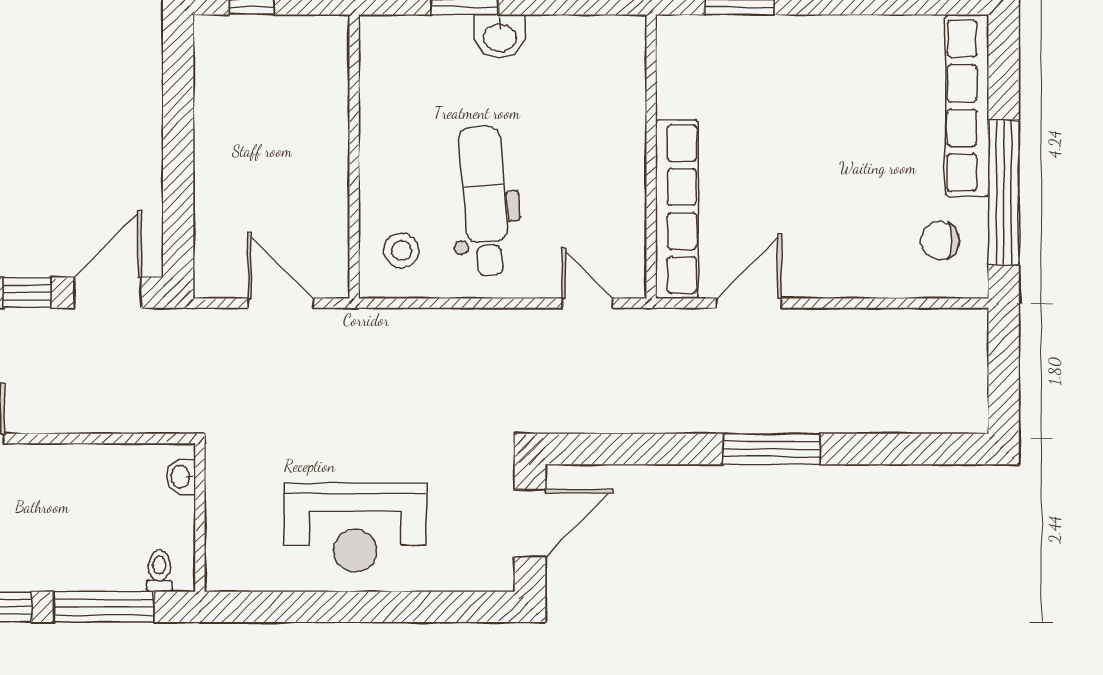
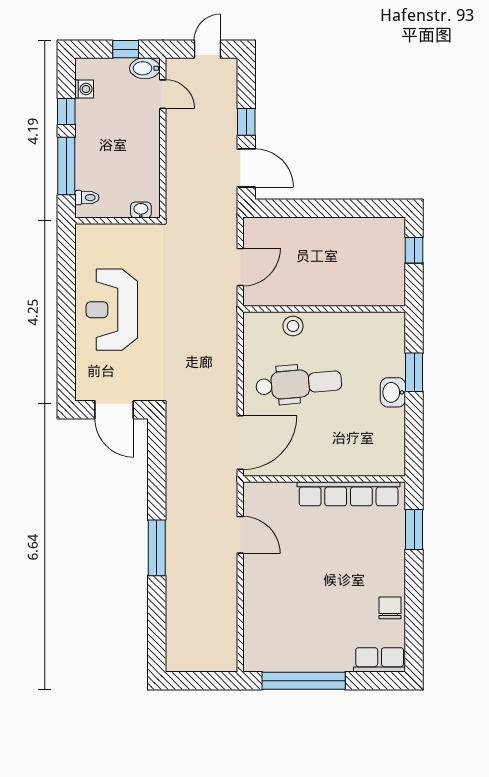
row of seats: (967, 106) -> (380, 660), width x0.50
row of seats: (677, 209) -> (349, 494), moved
chair: (940, 240) -> (390, 608), moved
stool: (401, 251) -> (293, 326), moved
door: (587, 303) -> (240, 443), width x1.88

